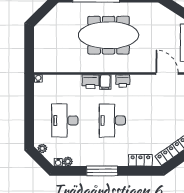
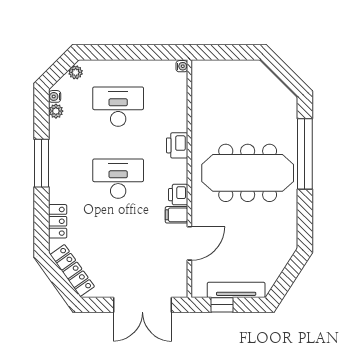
meeting table: (109, 35) -> (248, 173), turned 90
door: (167, 74) -> (189, 243), moved
filing cabinet: (105, 82) -> (176, 215), moved

